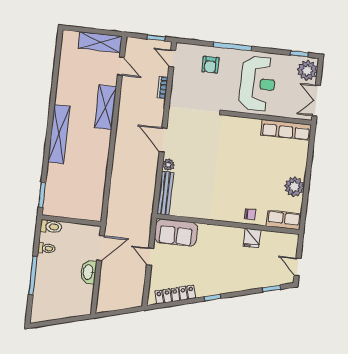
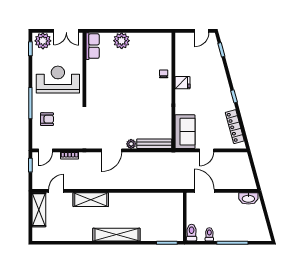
row of seats: (286, 130) -> (93, 46), width x0.68
plant: (294, 187) -> (122, 41), moved
row of seats: (284, 220) -> (165, 46), removed
fridge: (252, 238) -> (183, 83), moved
washbasin: (88, 272) -> (248, 198), moved

